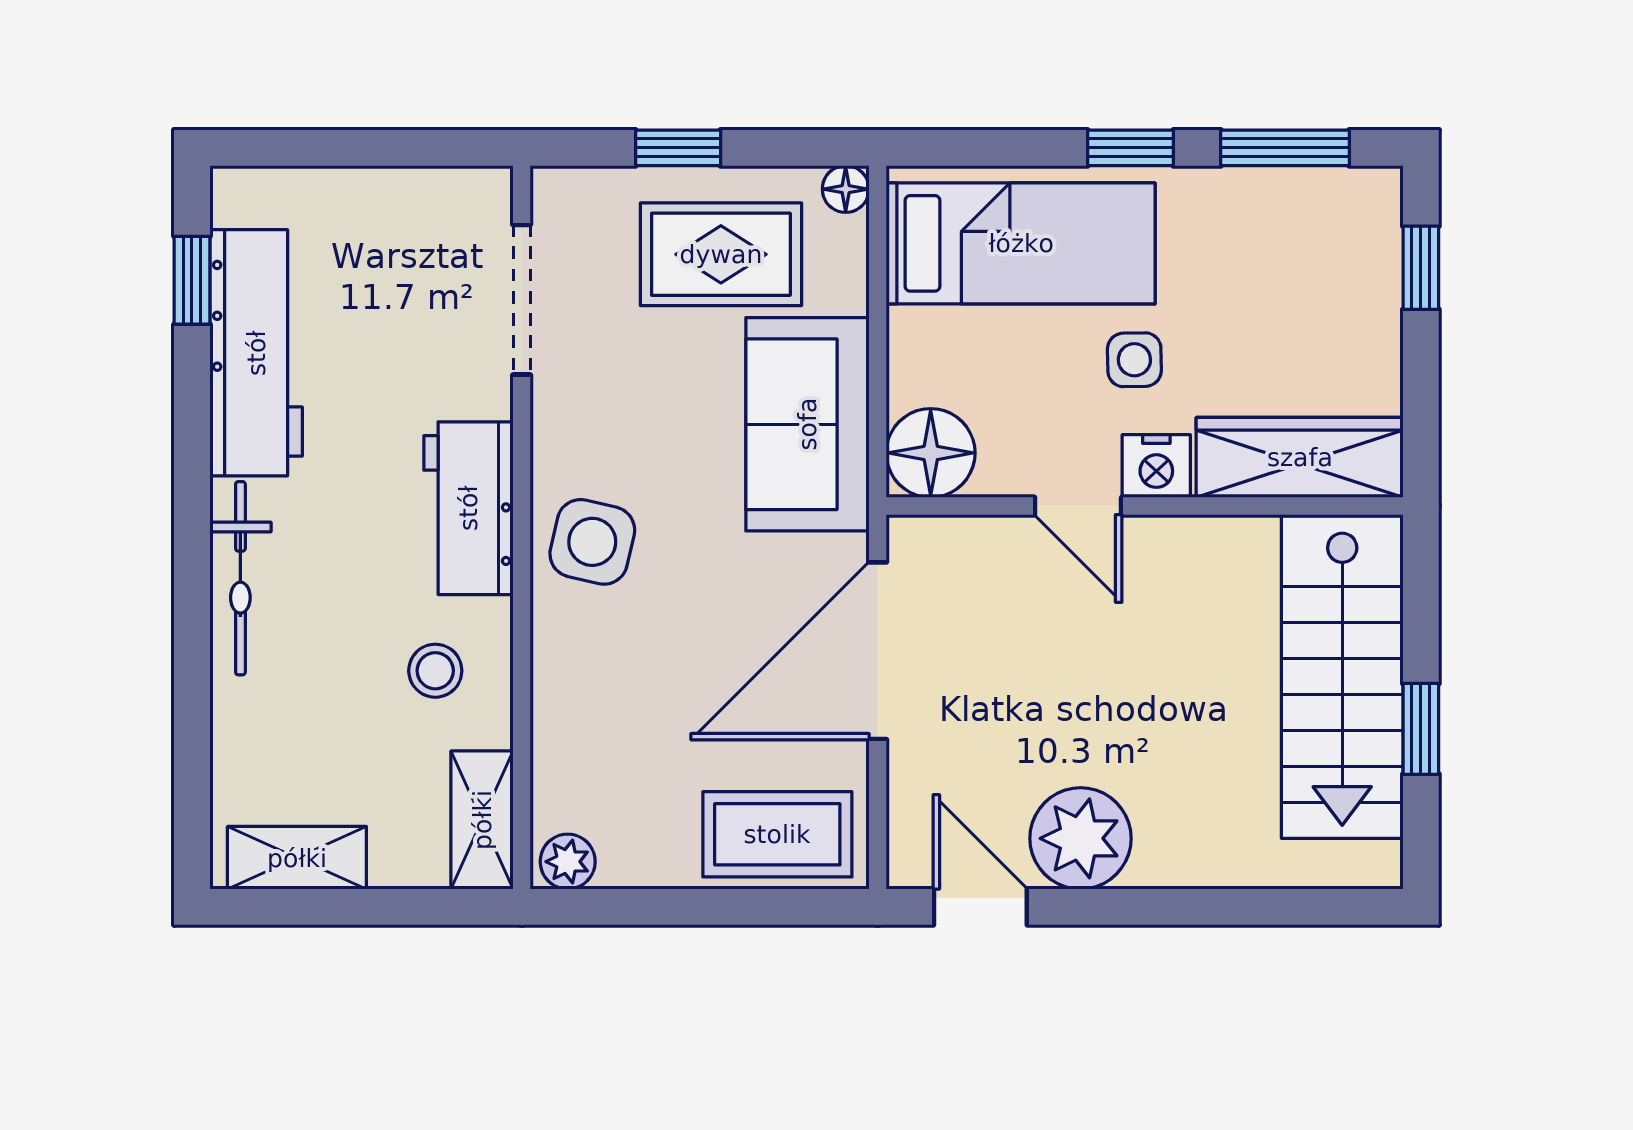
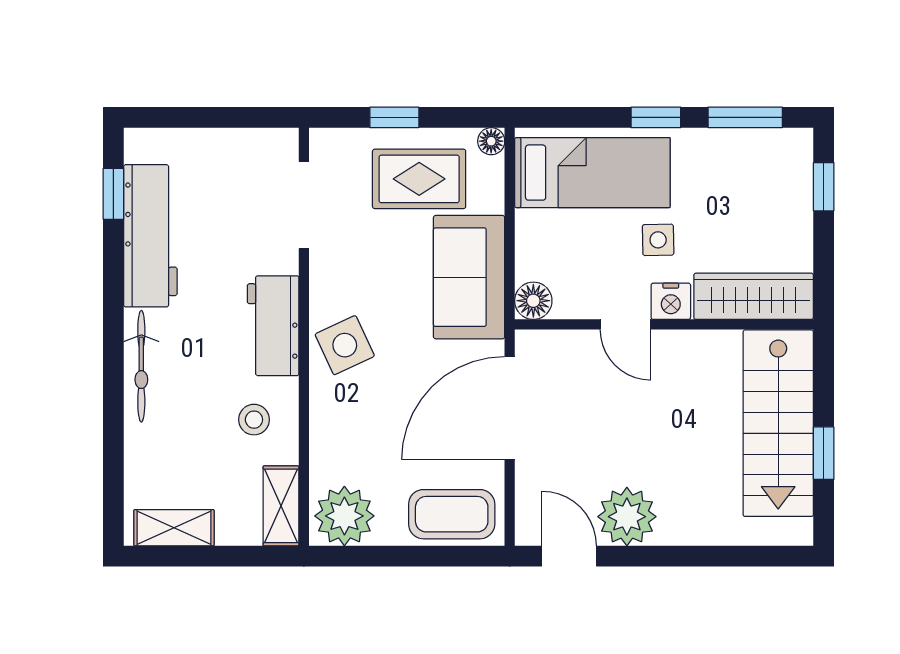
floor lamp: (931, 453) -> (533, 301), width x0.73, depth x0.73
side table: (592, 542) -> (345, 345), turned -38
plant: (568, 862) -> (344, 516), width x1.88, depth x1.88

